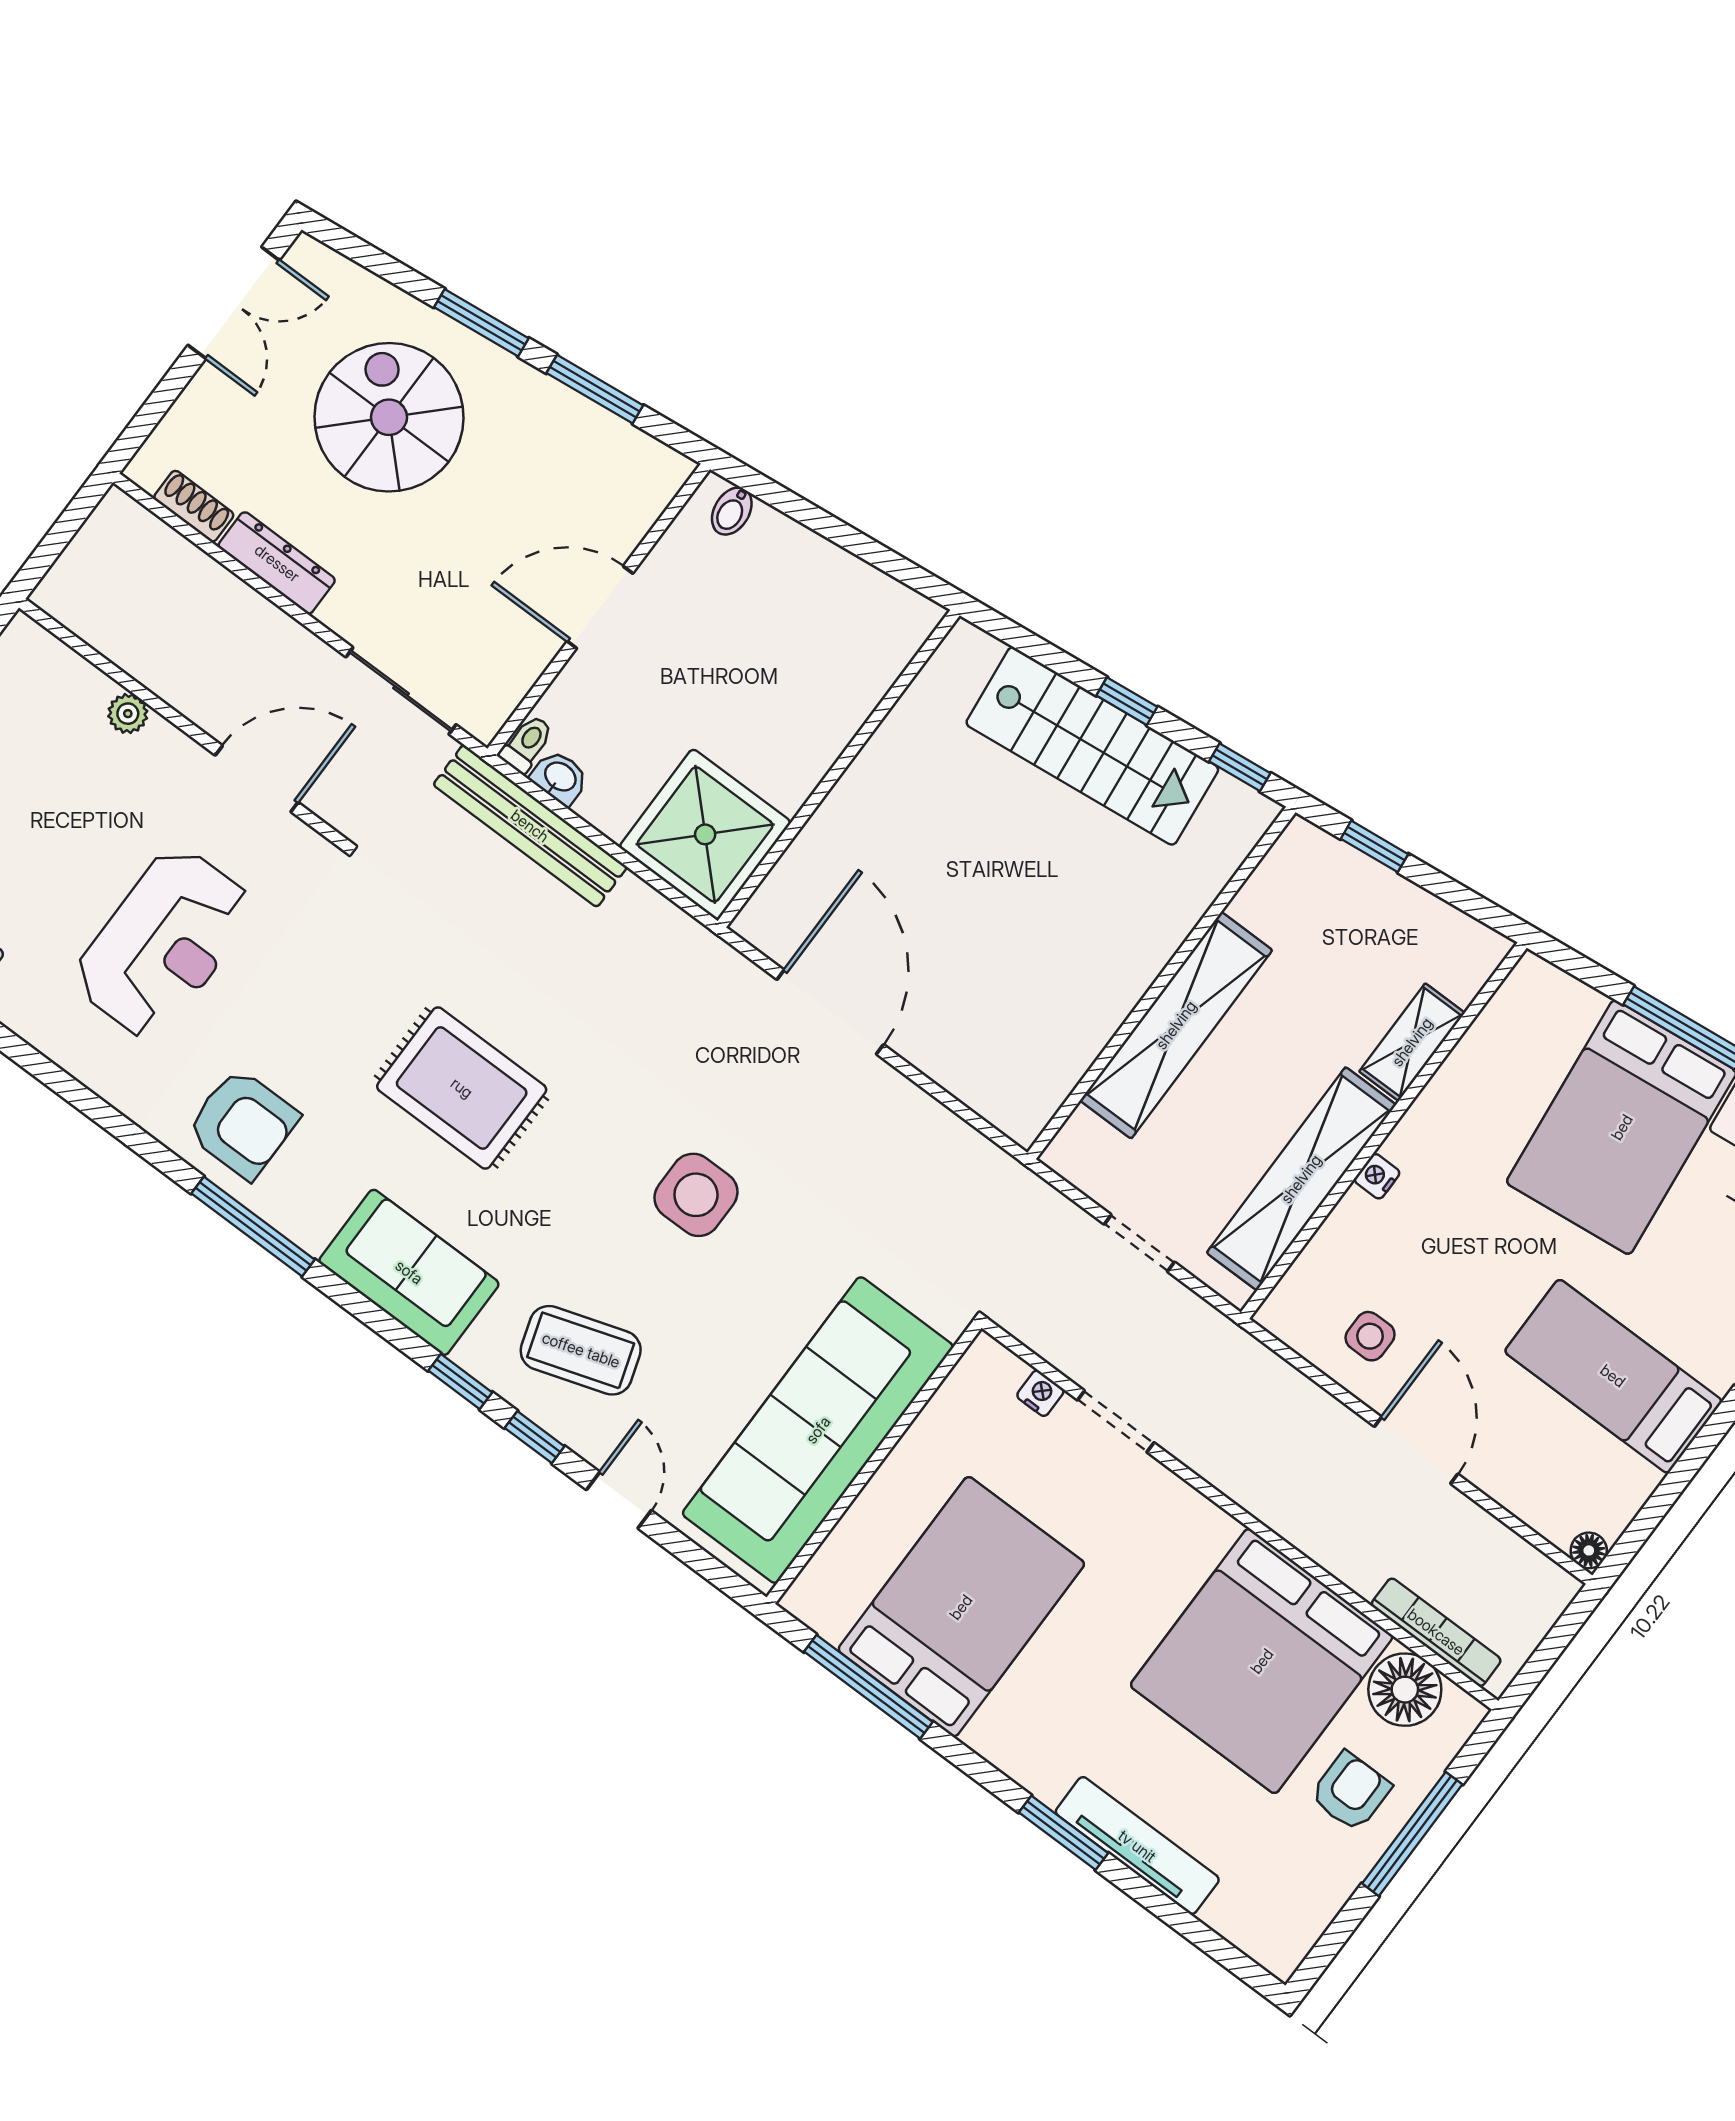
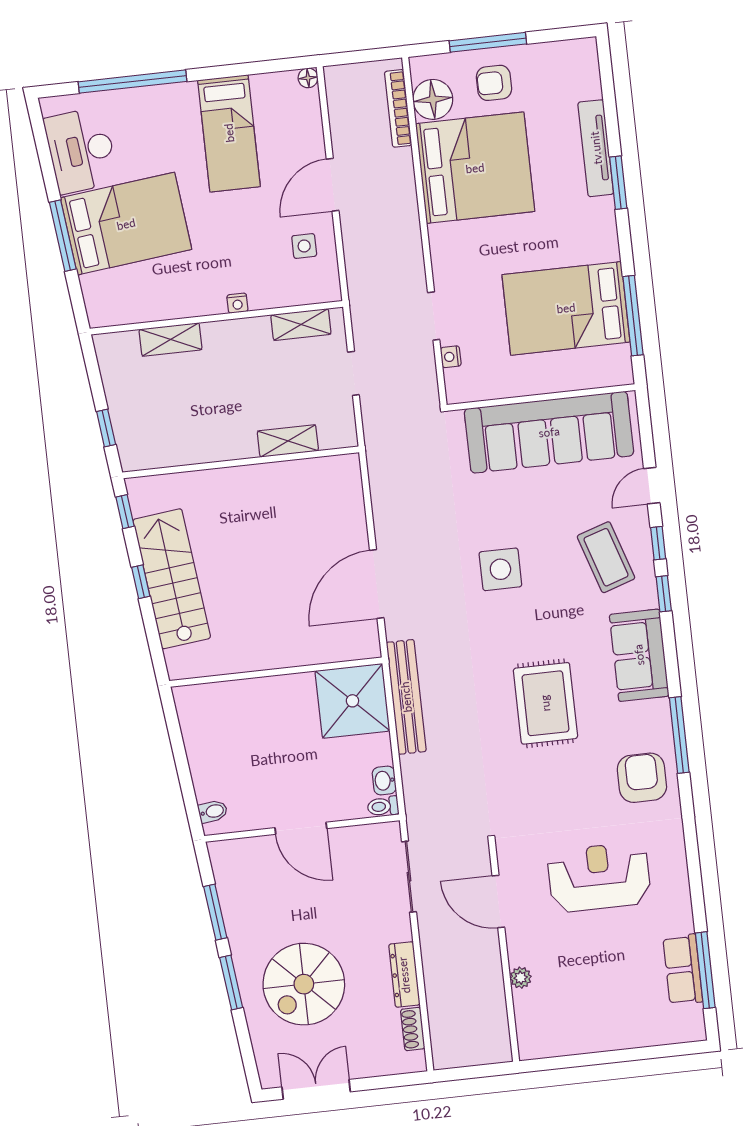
bench: (530, 826) -> (406, 697), moved
shelving: (1176, 1025) -> (288, 441), width x0.45, depth x0.75
shelving: (1301, 1179) -> (301, 324), width x0.45, depth x0.75

